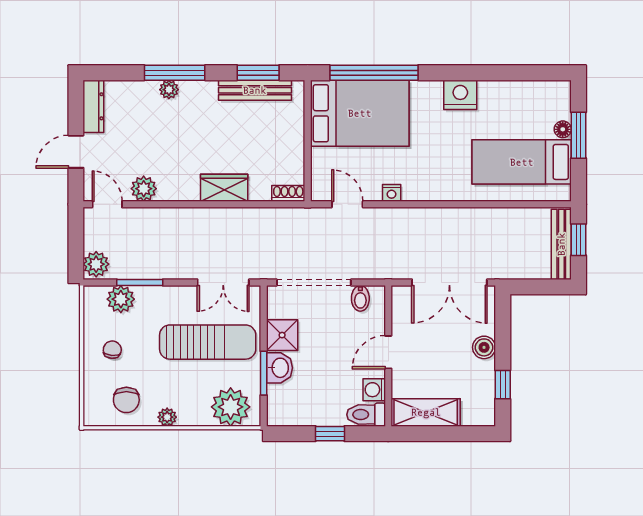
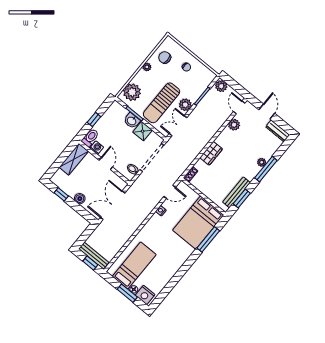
window: (374, 73) -> (208, 239), width x0.68
nightstand: (460, 95) -> (145, 295), moved, turned 90
door: (107, 204) -> (239, 107), swing flipped
plant: (121, 299) -> (185, 105), moved

